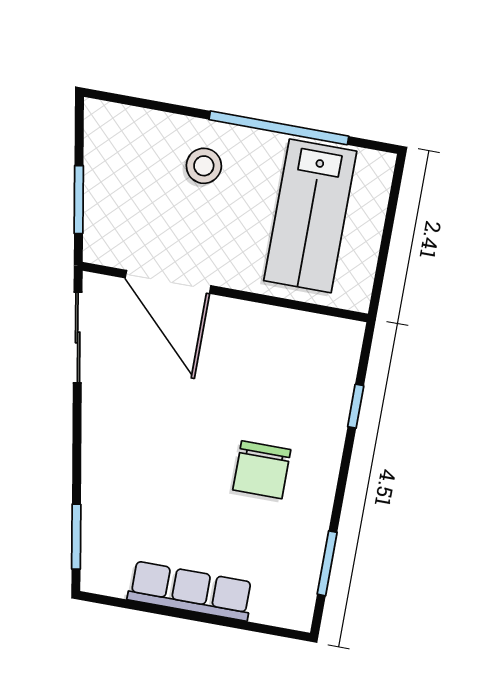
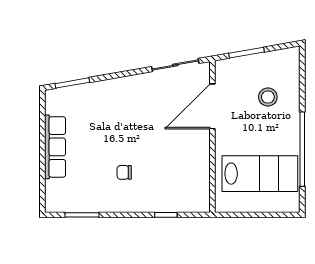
stool: (204, 166) -> (268, 97), moved
lab bench: (310, 216) -> (260, 174), turned 180
chair: (262, 470) -> (124, 172), width x0.54, depth x0.54

